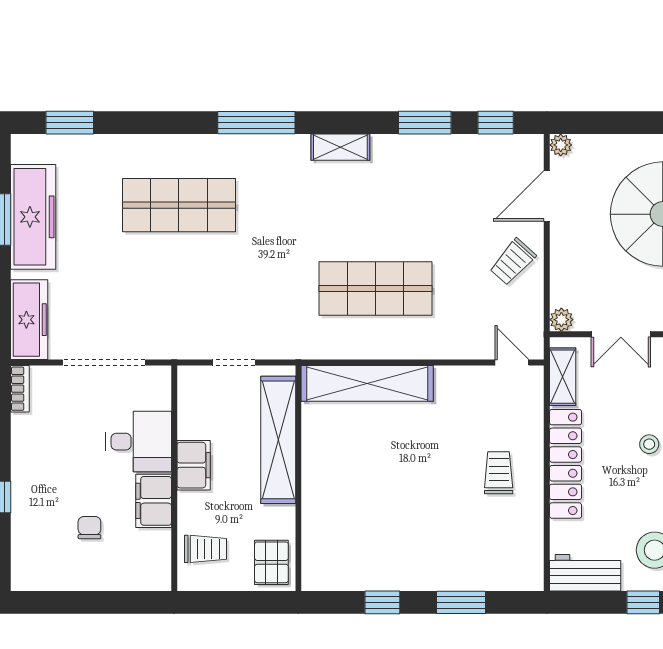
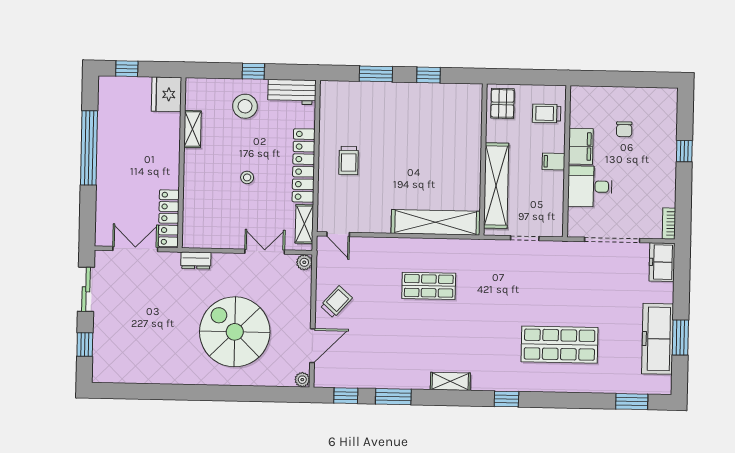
window: (256, 123) -> (506, 399), width x0.46
shop shelf: (376, 288) -> (429, 286), width x0.70, depth x0.74
freezer: (29, 320) -> (662, 262), width x0.71
filing cabinet: (194, 465) -> (553, 161), width x0.50

